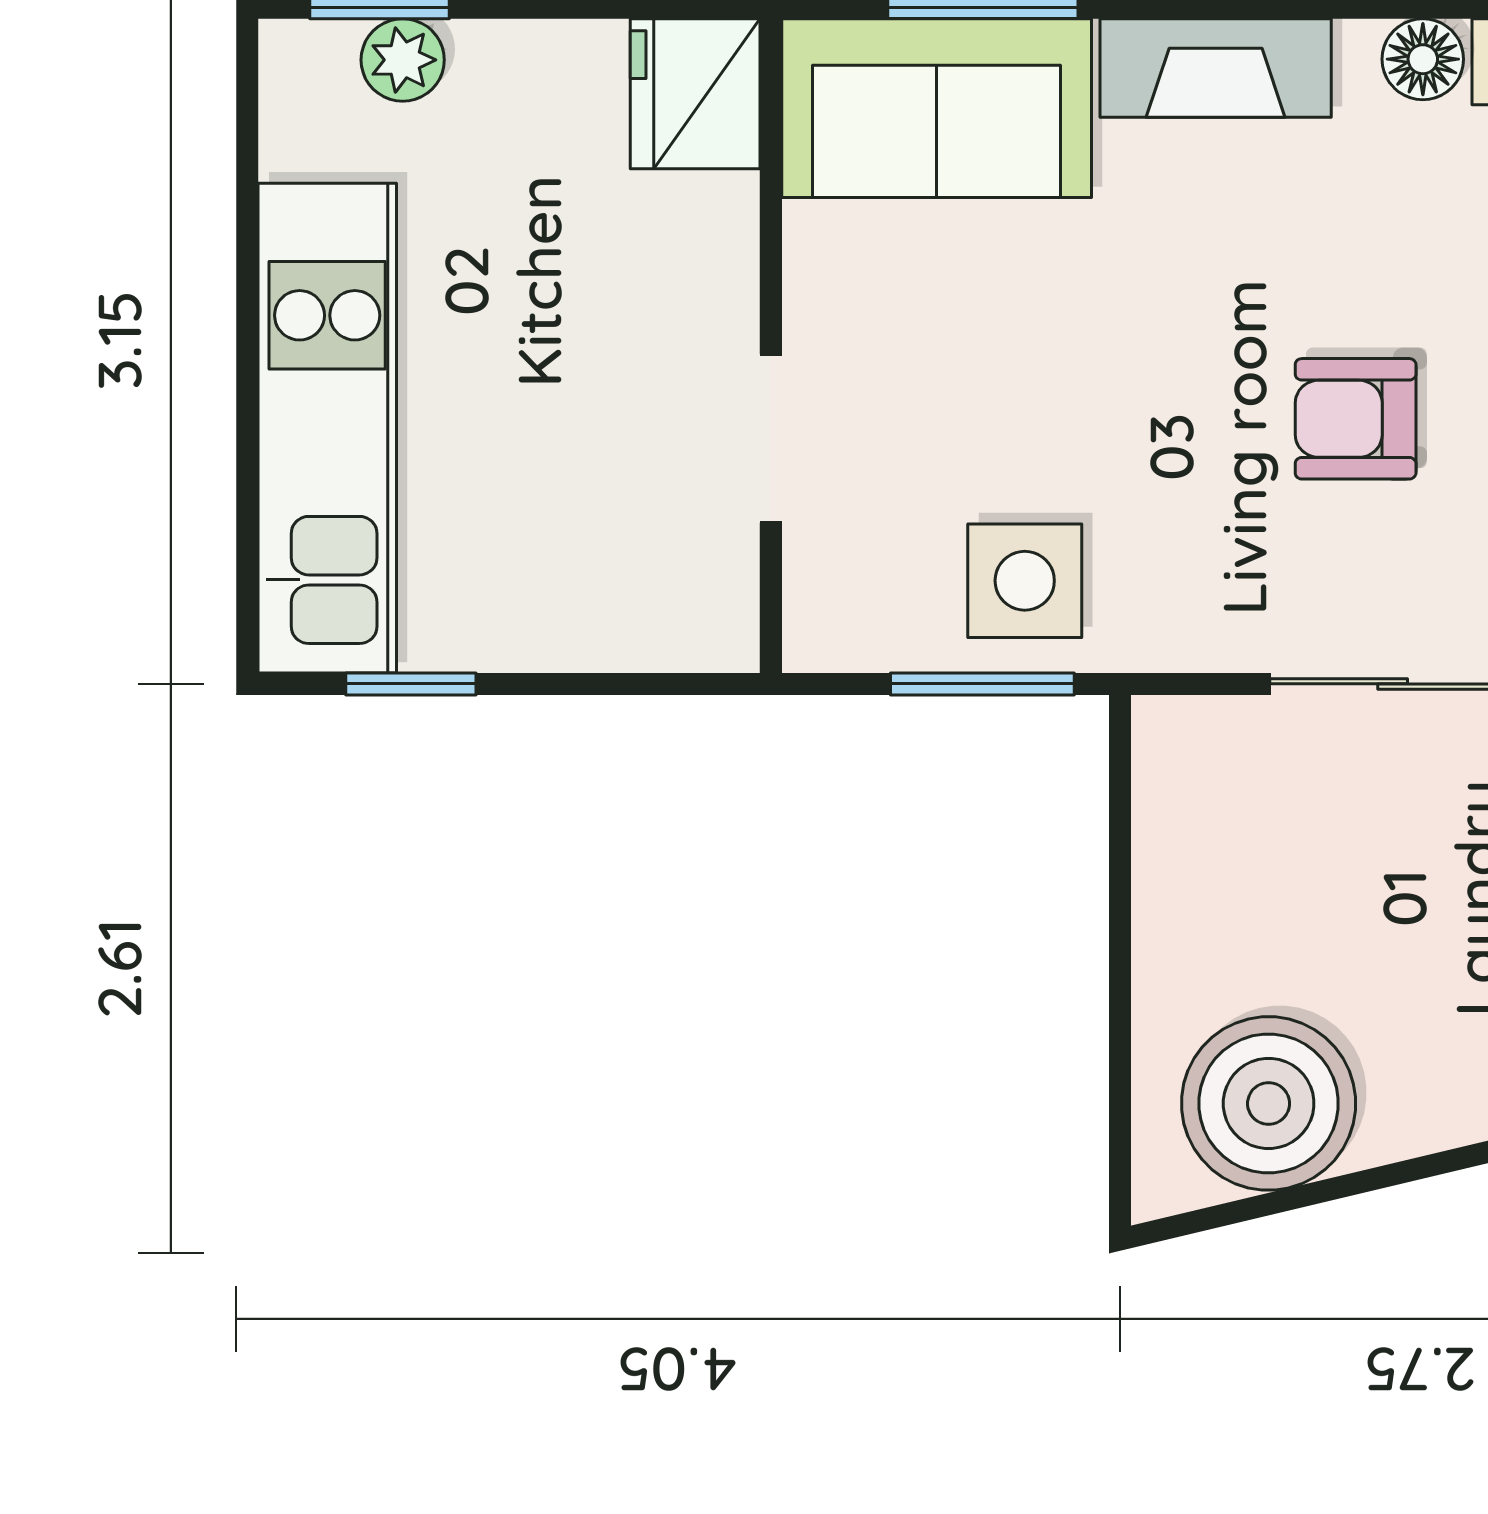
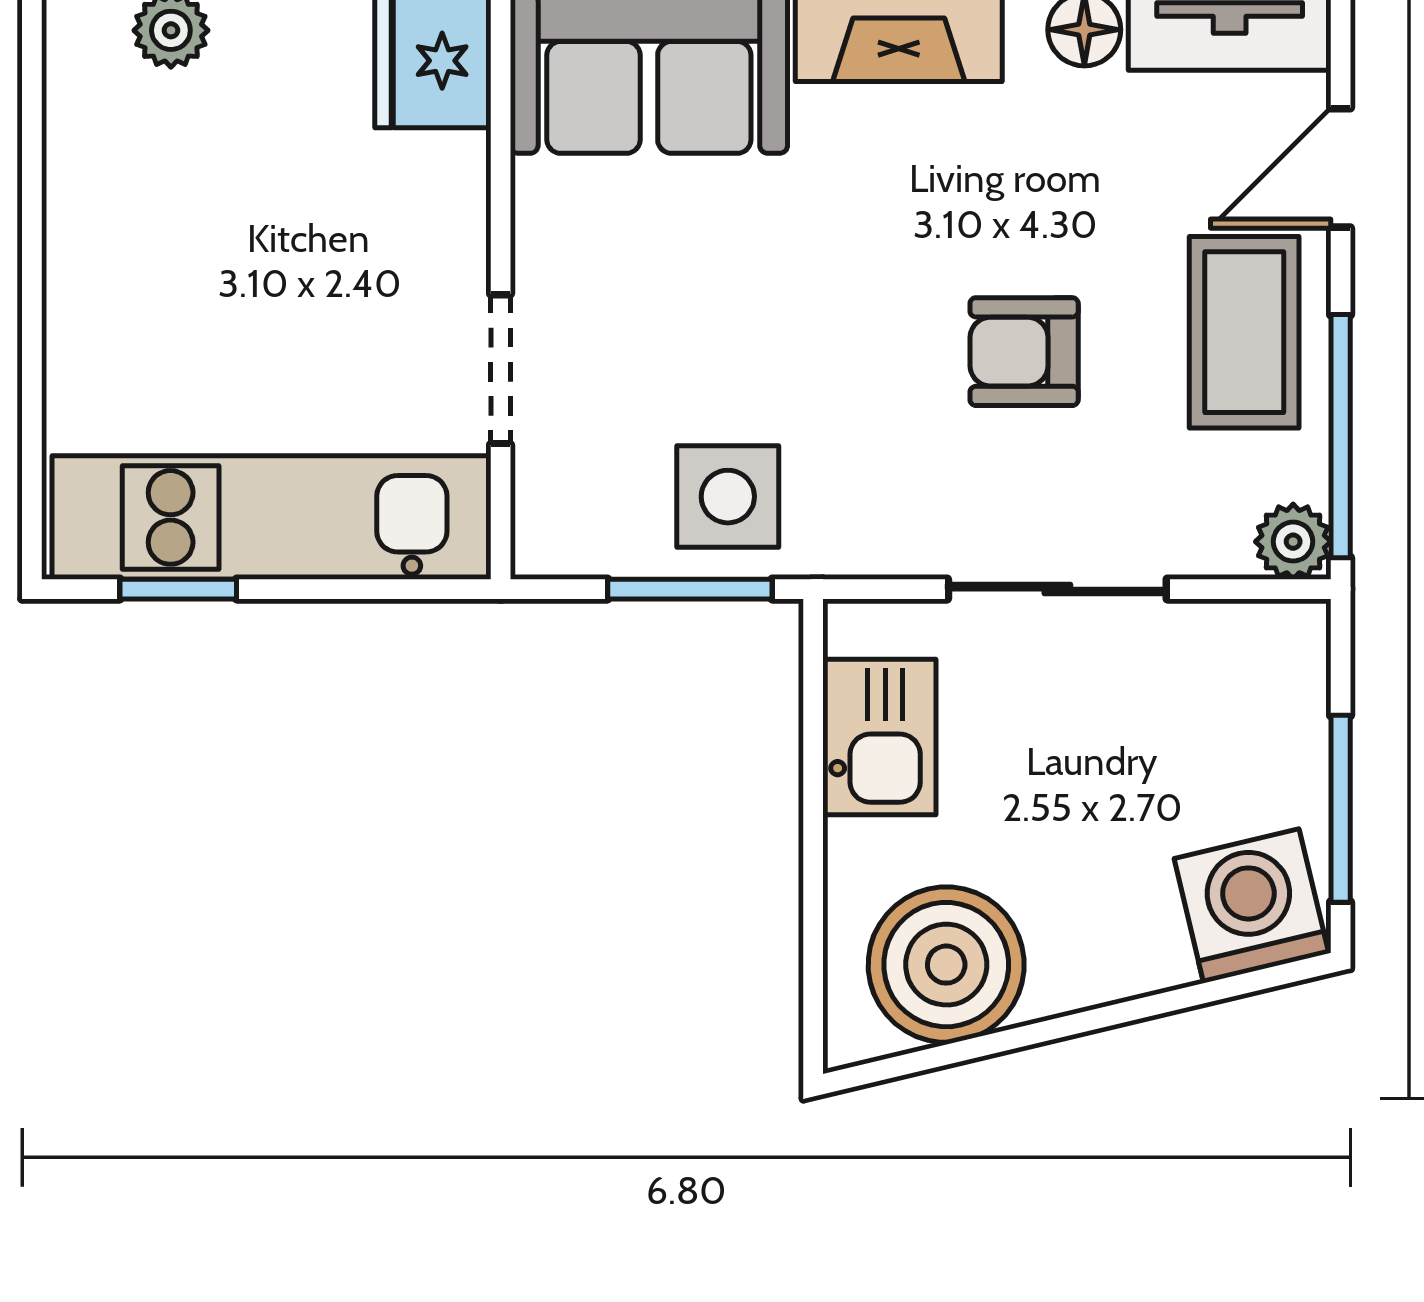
kitchen unit: (327, 428) -> (271, 517), moved, turned -90
kitchen sink: (1194, 849) -> (879, 737), added

